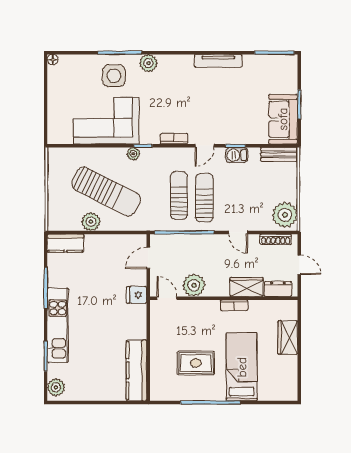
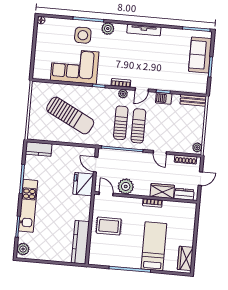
tv unit: (218, 61) -> (144, 30), moved
sofa: (283, 119) -> (200, 55), moved
plant: (133, 154) -> (123, 94), moved
plant: (285, 215) -> (197, 147), width x0.53, depth x0.53
plant: (91, 222) -> (58, 136), removed
door: (148, 258) -> (96, 164), hinge flipped
door: (299, 265) -> (200, 179), hinge flipped
fridge: (137, 295) -> (83, 184), width x1.88, depth x1.34
wardrobe: (288, 337) -> (185, 258), moved
rug: (196, 363) -> (109, 226), moved

